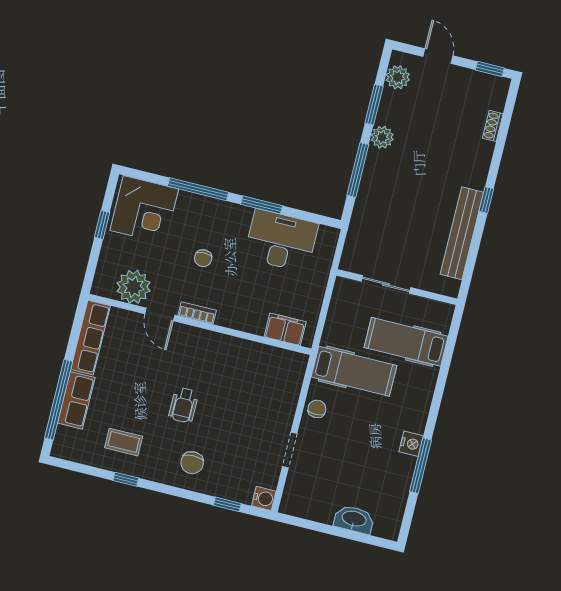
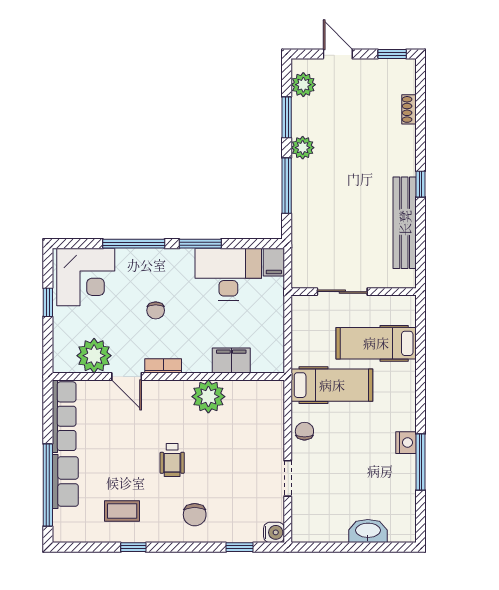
filing cabinet: (328, 240) -> (274, 262), added
filing cabinet: (285, 329) -> (231, 361), moved
plant: (233, 353) -> (208, 397), added

